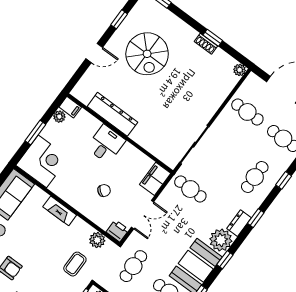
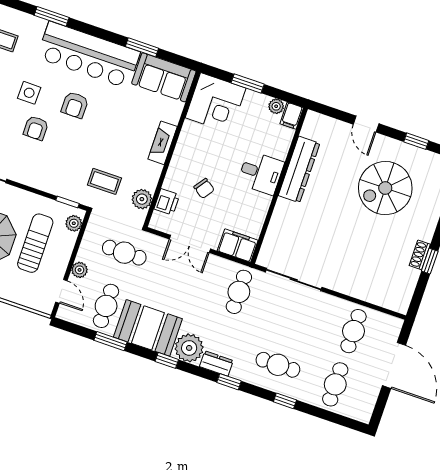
plant: (240, 70) -> (401, 306), removed
printer: (117, 231) -> (167, 202), moved

